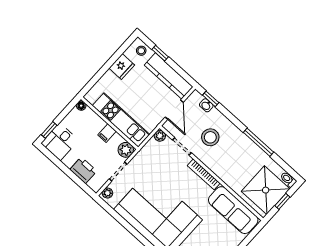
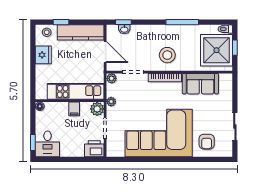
stool: (210, 137) -> (167, 55), moved
printer: (83, 170) -> (94, 149), moved
plant: (107, 193) -> (111, 102), moved
sofa: (233, 210) -> (200, 84), width x0.73

